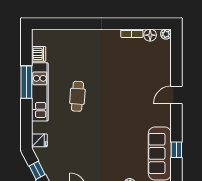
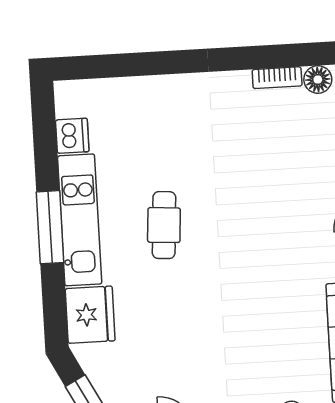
window: (26, 82) -> (50, 227), moved
fridge: (39, 140) -> (90, 315), width x1.88, depth x1.34

